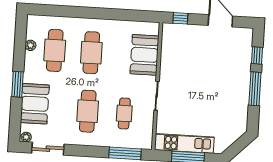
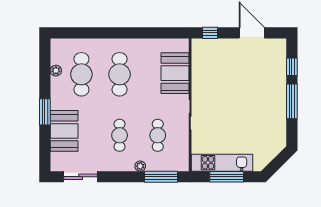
cafe table: (88, 111) -> (120, 135), width x0.73, depth x0.74
plant: (26, 137) -> (140, 166), moved

